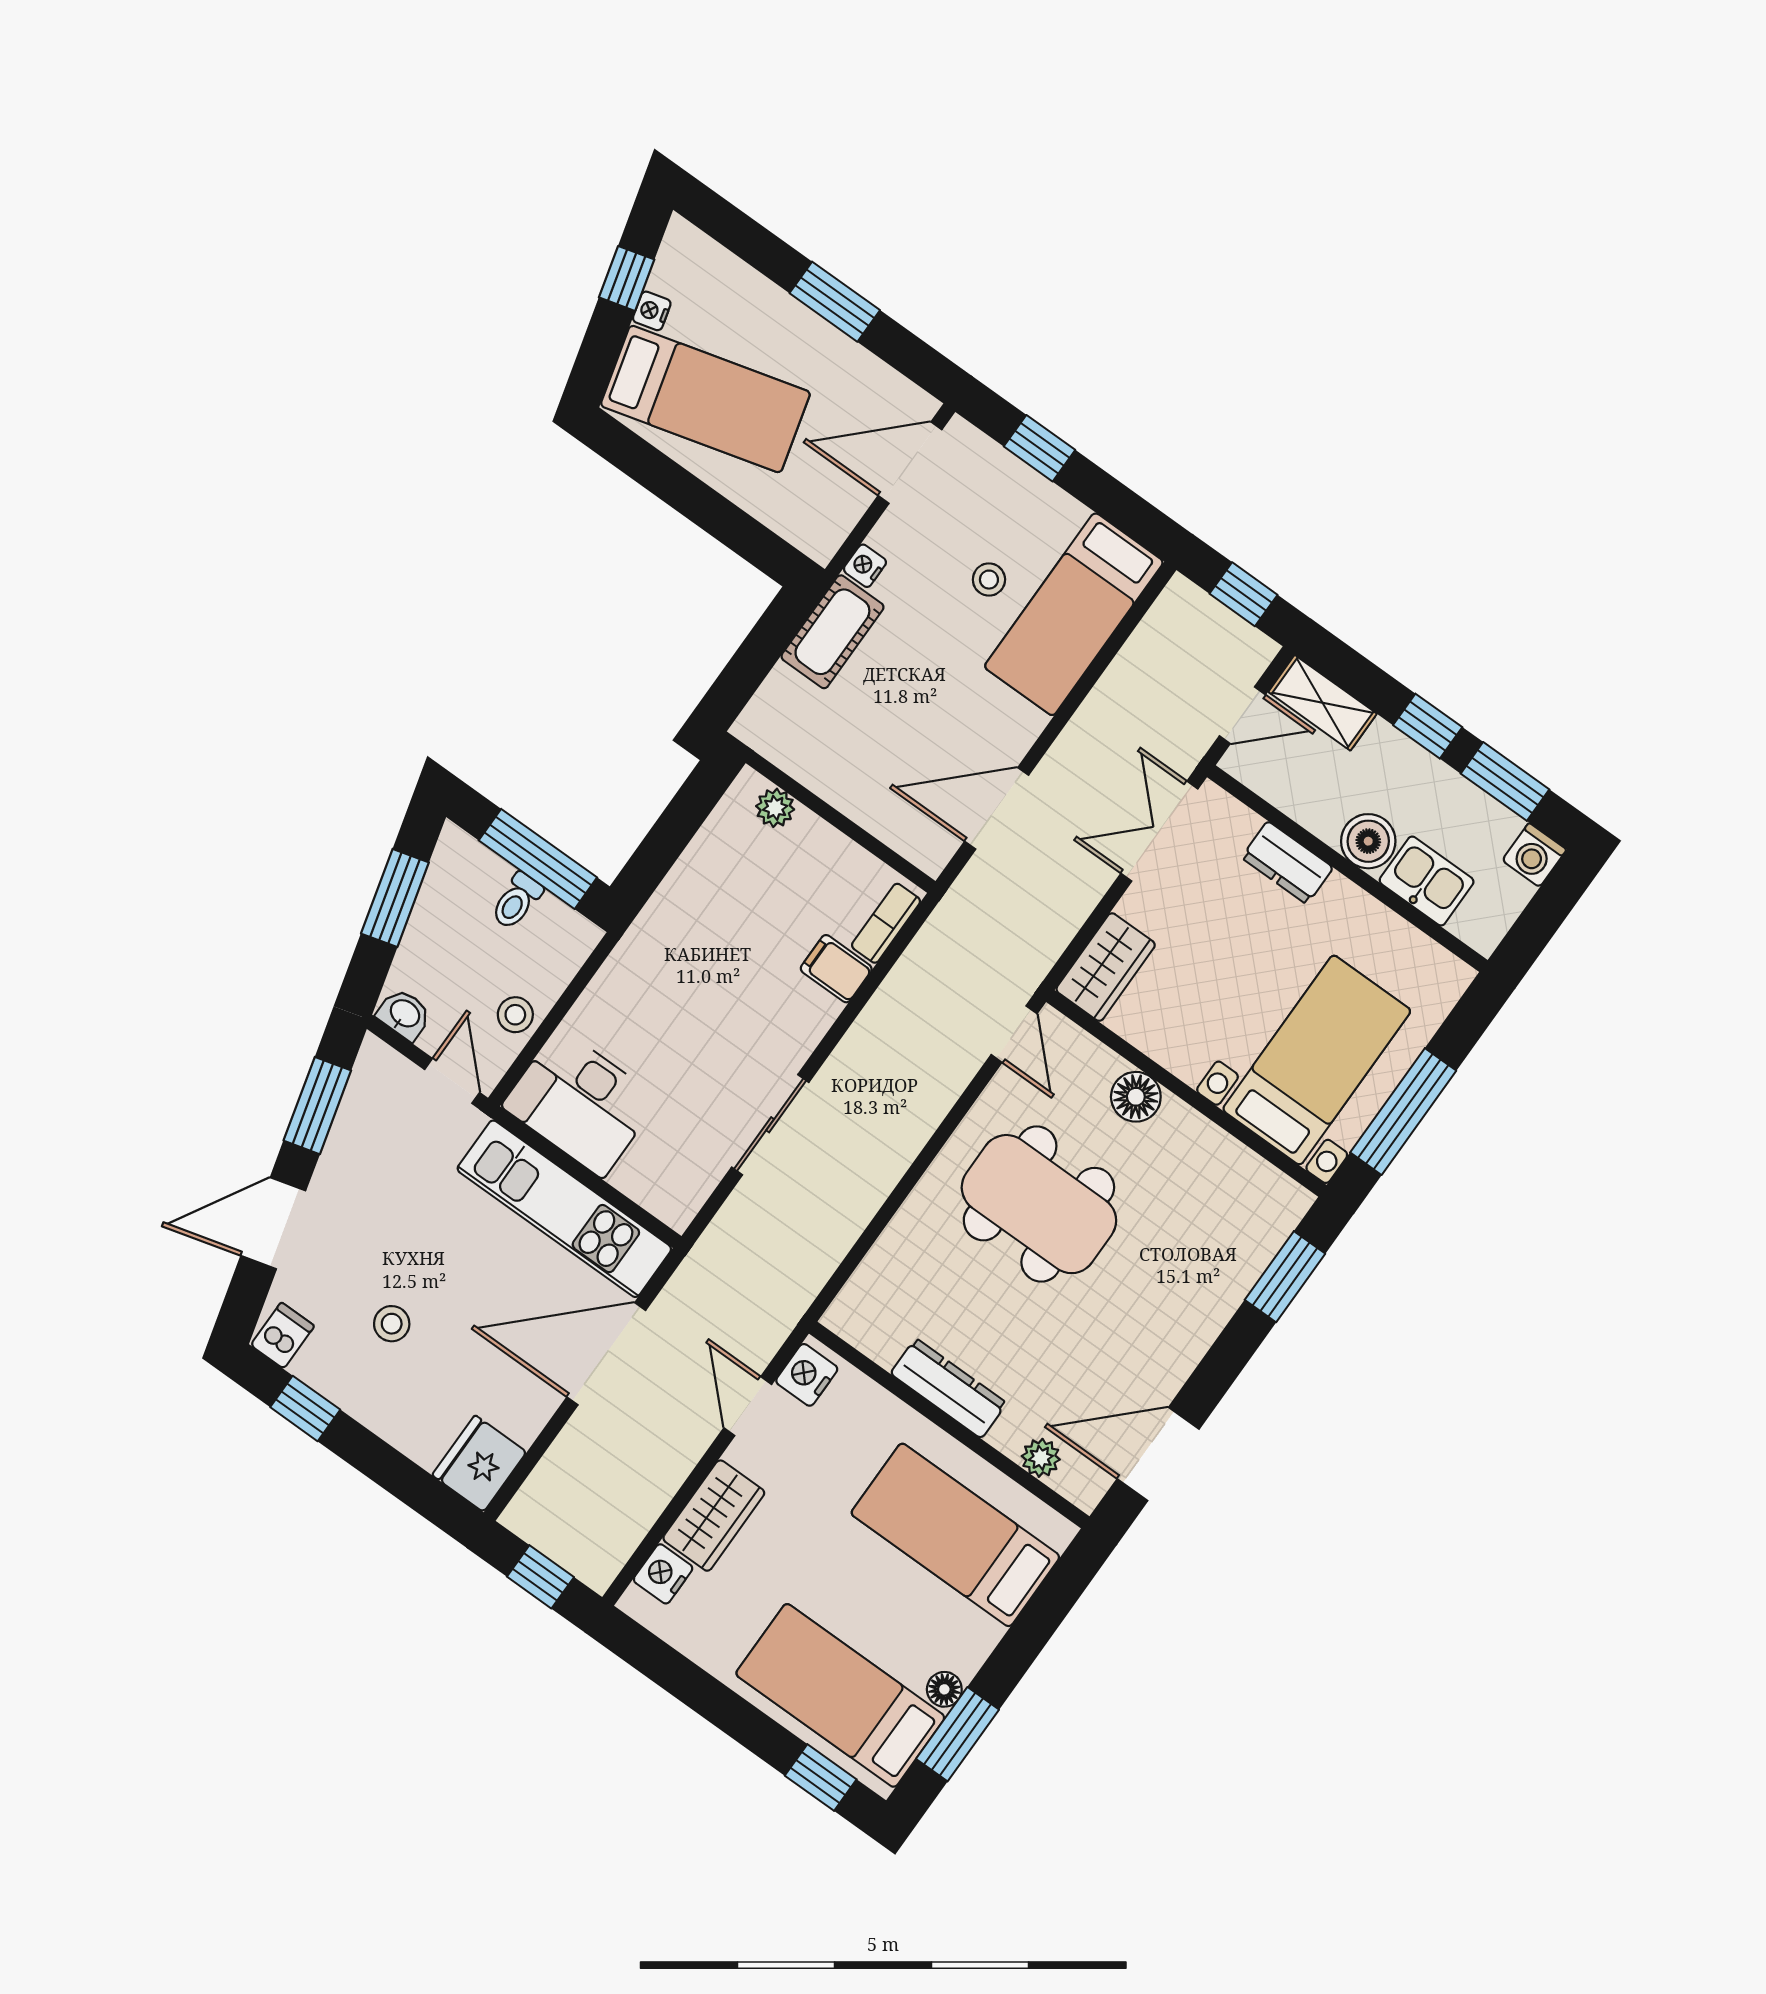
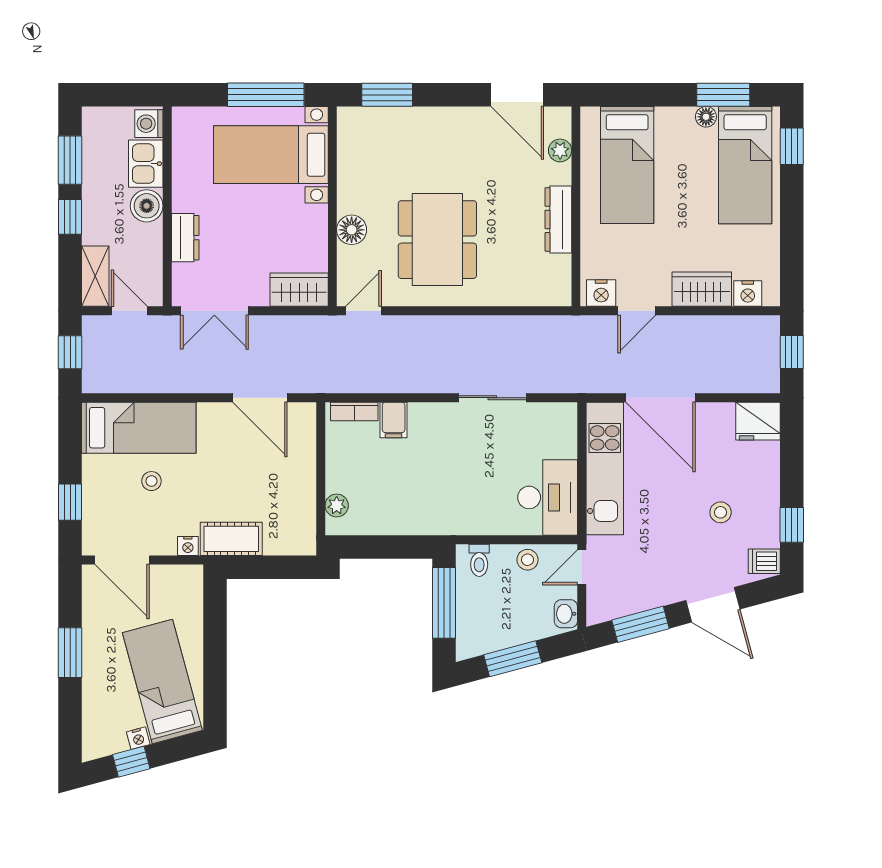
washing machine: (1534, 855) -> (149, 124), moved, turned 180
toilet: (517, 901) -> (479, 560), moved, turned 90

